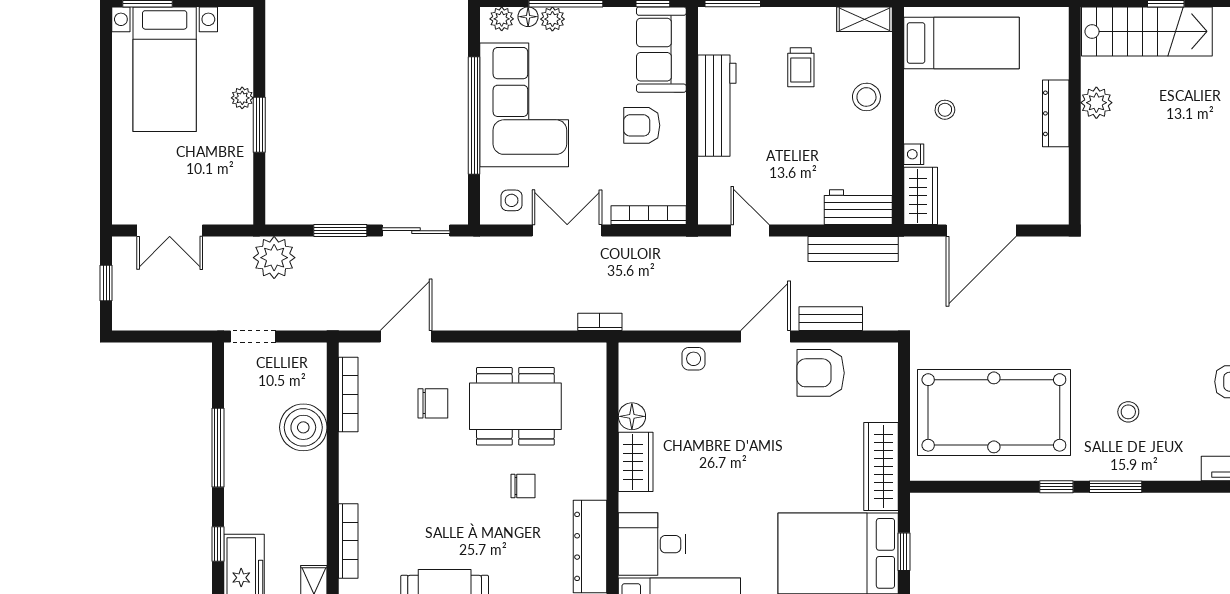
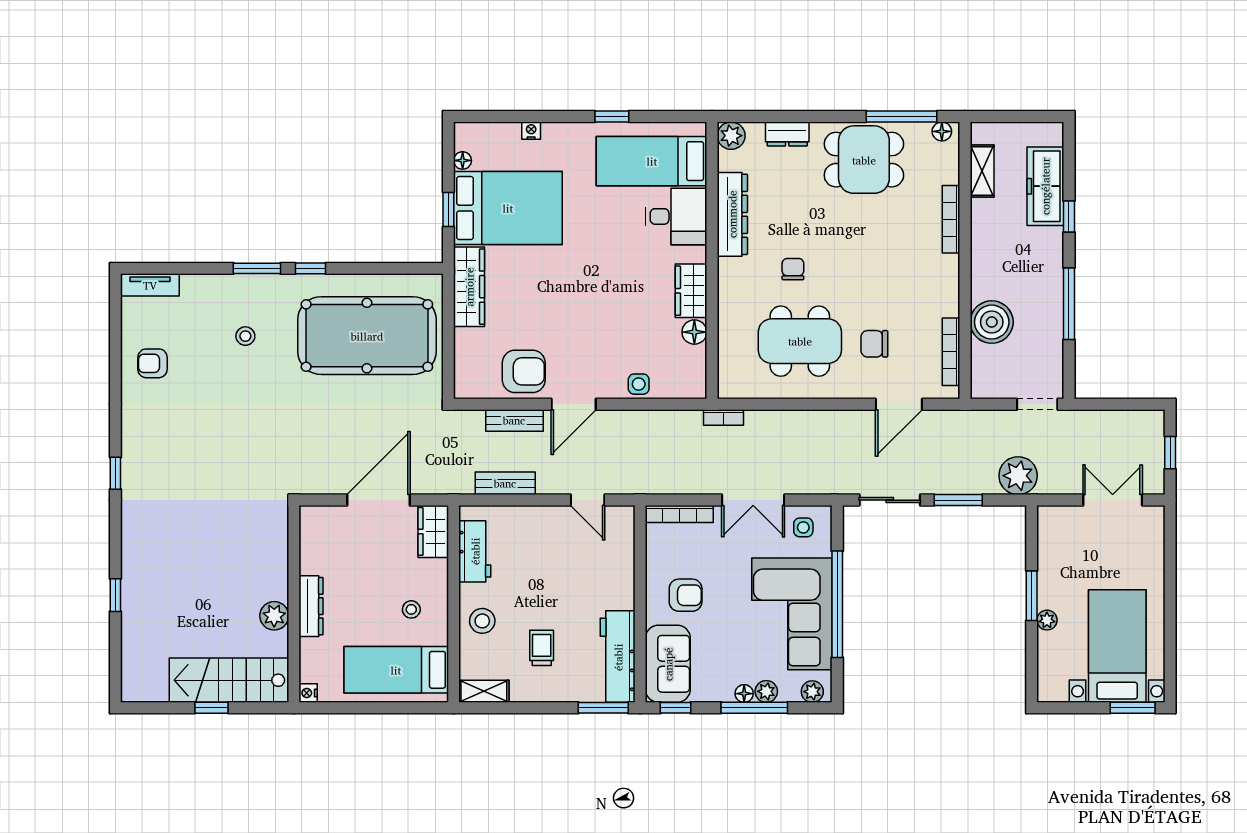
floor lamp: (528, 17) -> (744, 694), moved
workbench: (717, 106) -> (618, 657), moved
nightstand: (914, 154) -> (308, 693), moved, turned 180
workbench: (858, 207) -> (475, 551), moved, turned -90
bench: (853, 249) -> (505, 483), width x0.73
chair: (523, 486) -> (793, 269), turned 90

